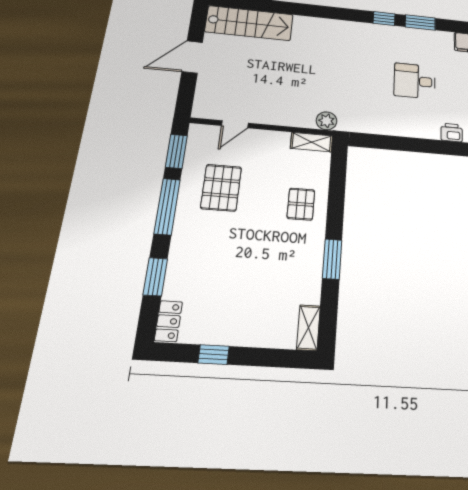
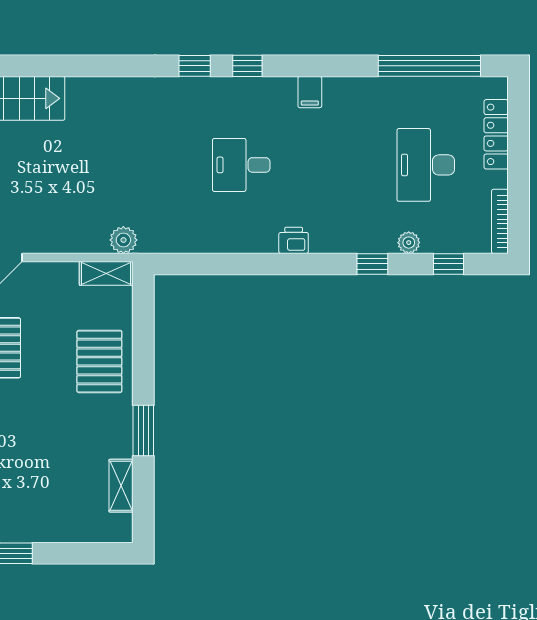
window: (420, 23) -> (247, 66), width x0.67
pallet: (301, 204) -> (99, 361), width x1.50, depth x1.42
shelving: (308, 328) -> (121, 486), moved

